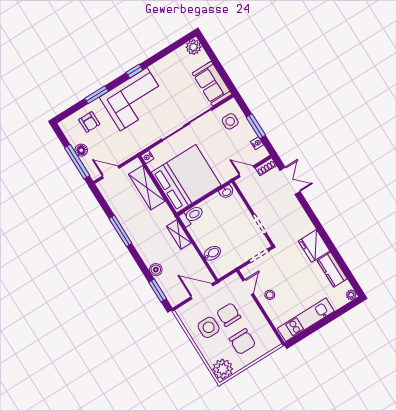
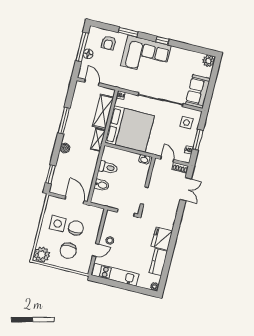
window: (77, 162) -> (82, 47), moved
toilet: (192, 216) -> (108, 168), moved
shelving: (179, 234) -> (98, 140), moved
boiler: (156, 270) -> (65, 148), moved
door: (248, 287) -> (96, 250), moved

